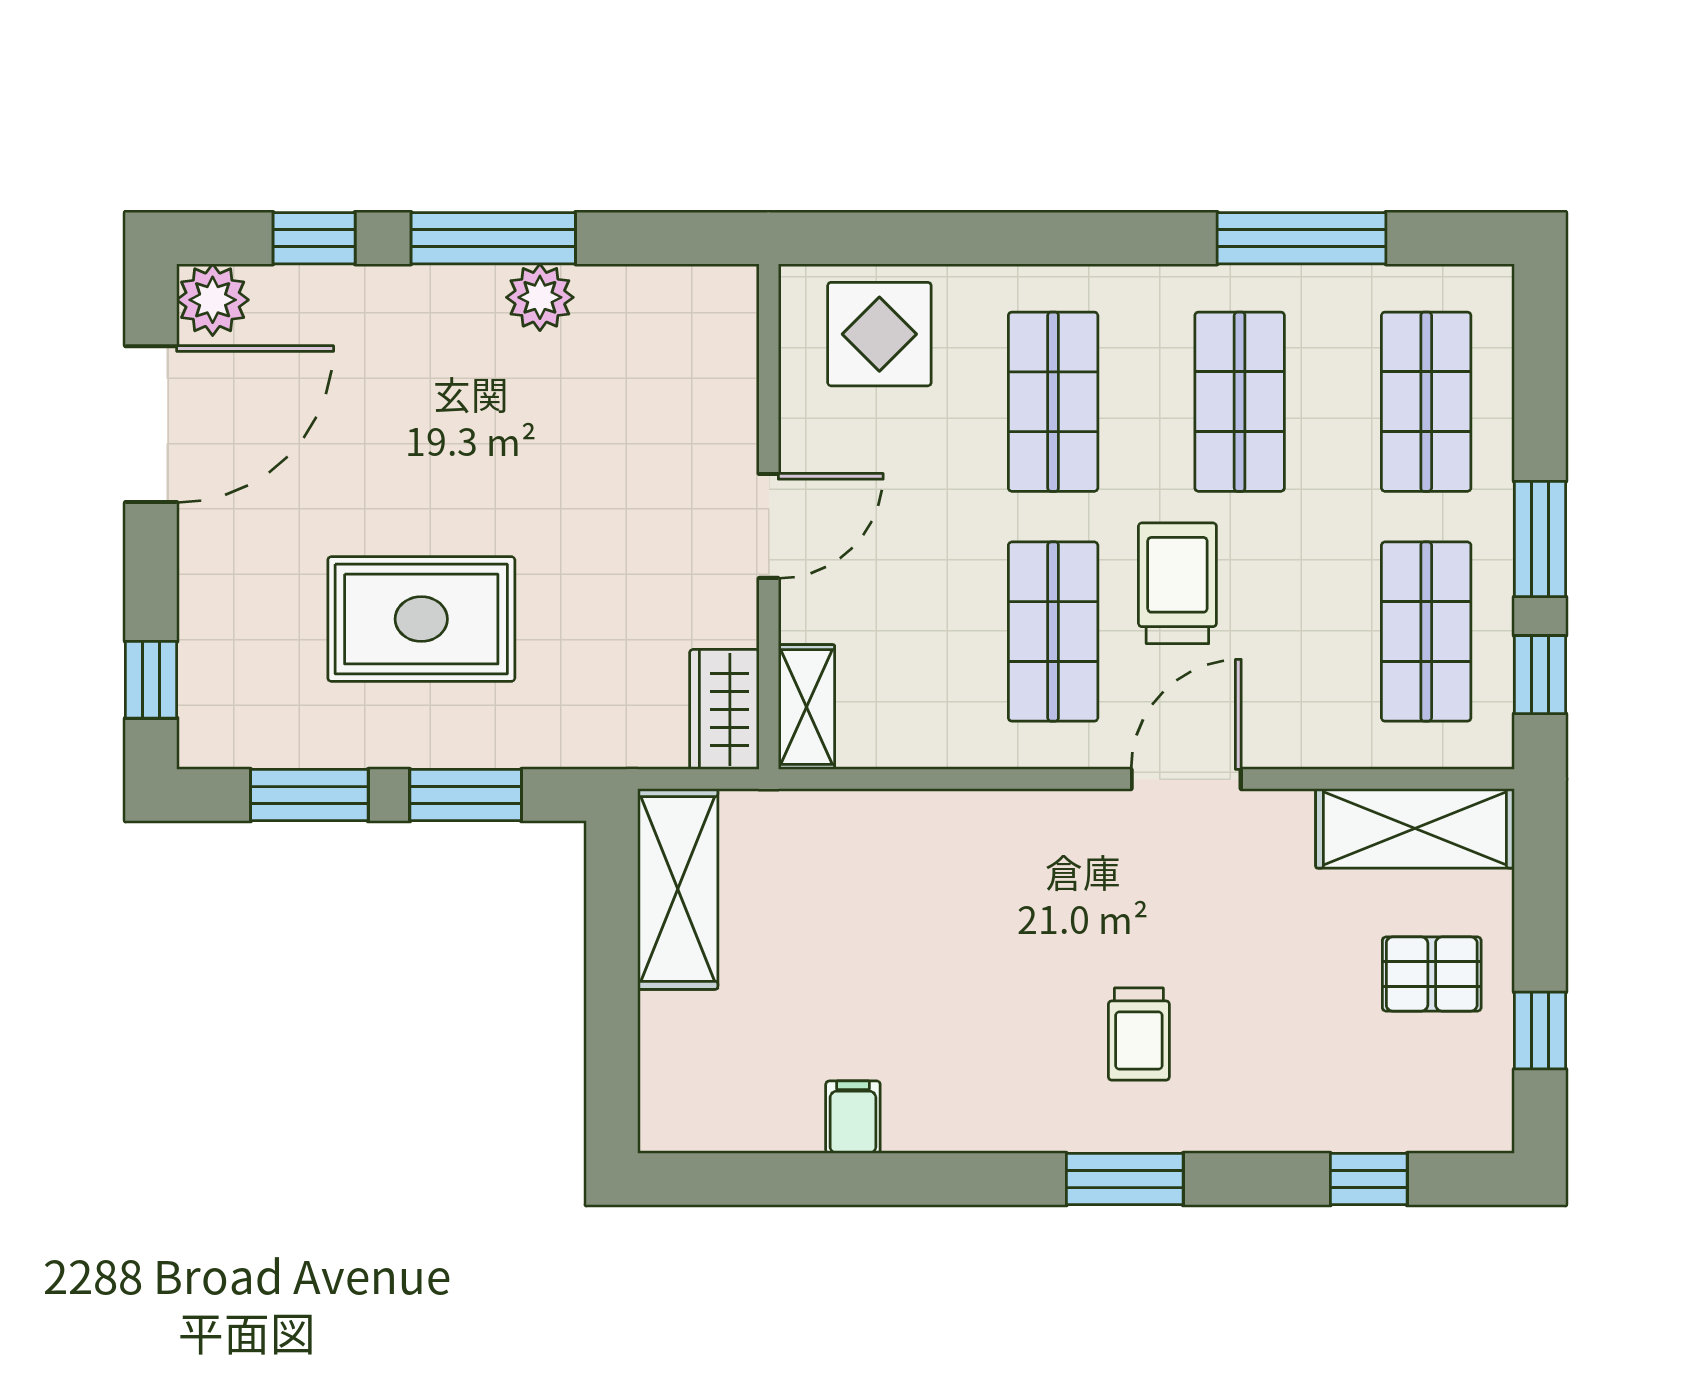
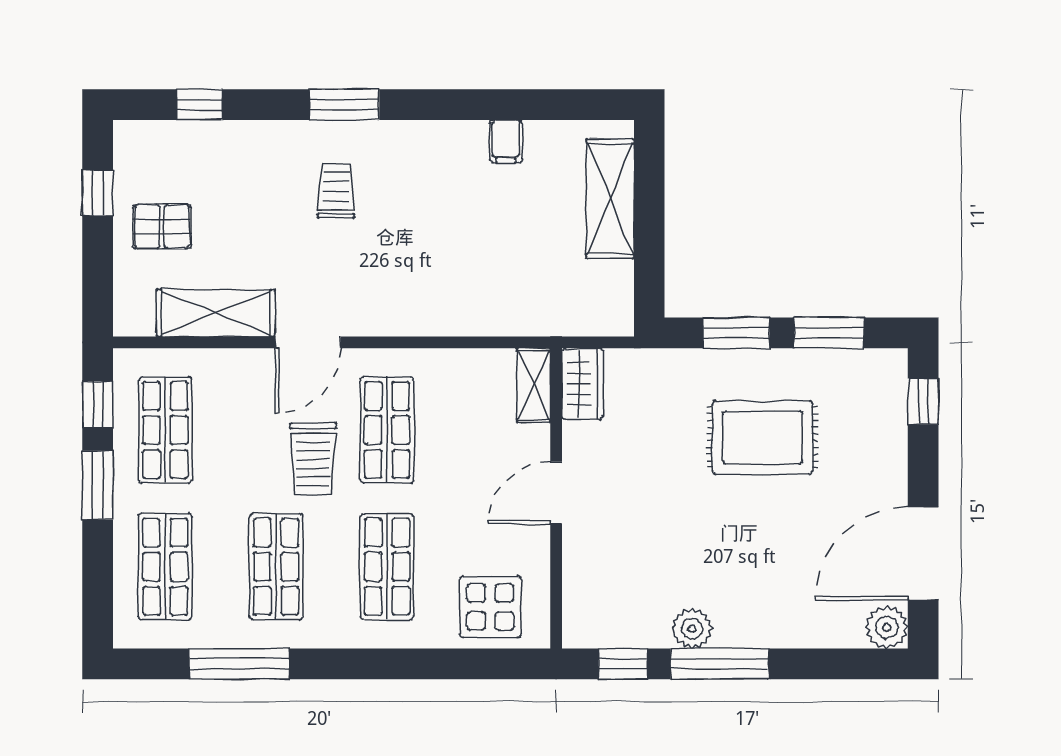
window: (314, 238) -> (623, 664), moved
shelving: (1415, 828) -> (216, 313), moved
shelving: (678, 889) -> (610, 199), moved

